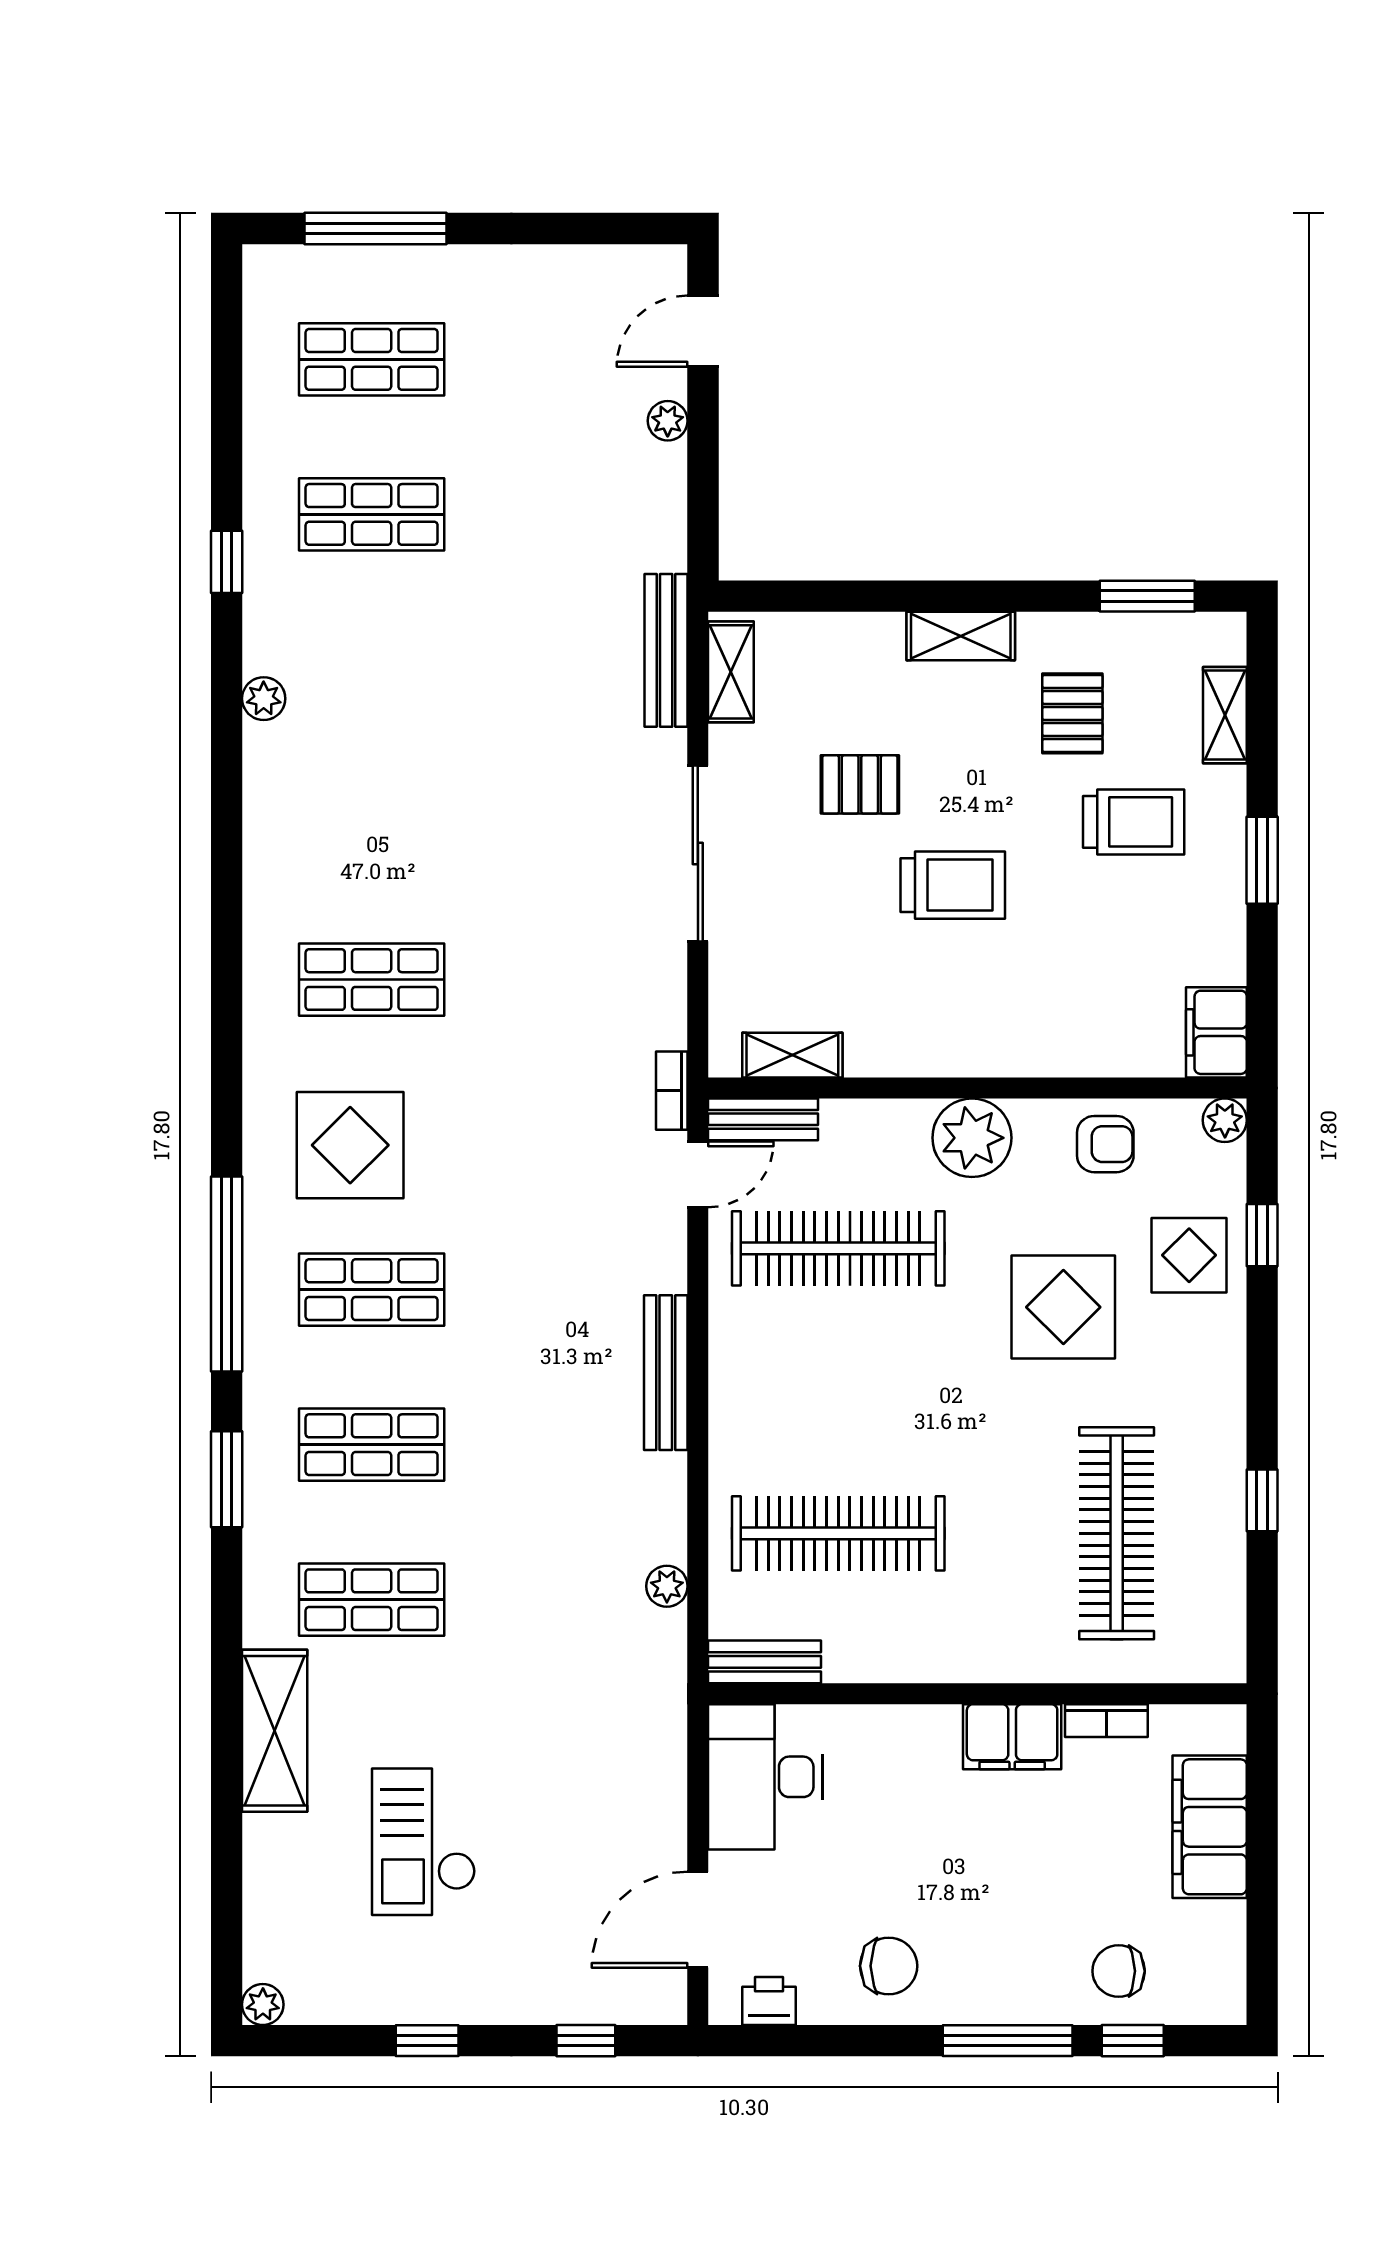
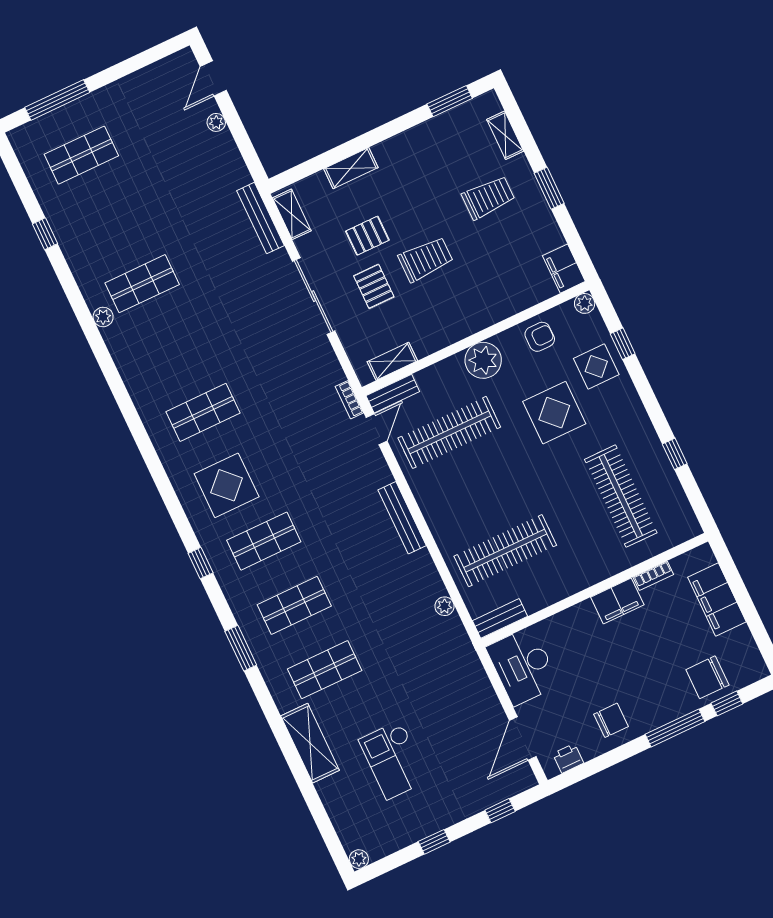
shop shelf: (372, 514) -> (142, 284), moved
window: (227, 562) -> (45, 234), moved
shelving: (961, 636) -> (351, 168), moved
pallet: (1072, 713) -> (374, 286), moved
window: (227, 1274) -> (201, 563), width x0.32
chair: (1119, 1971) -> (707, 677), width x1.37, depth x1.37

